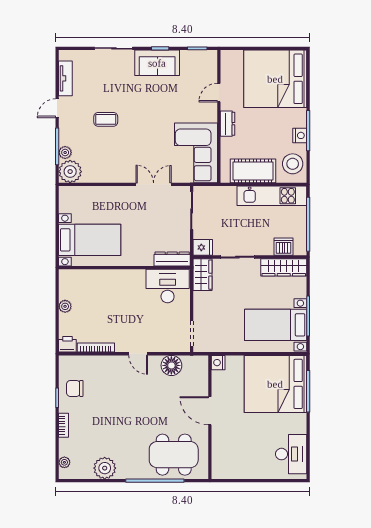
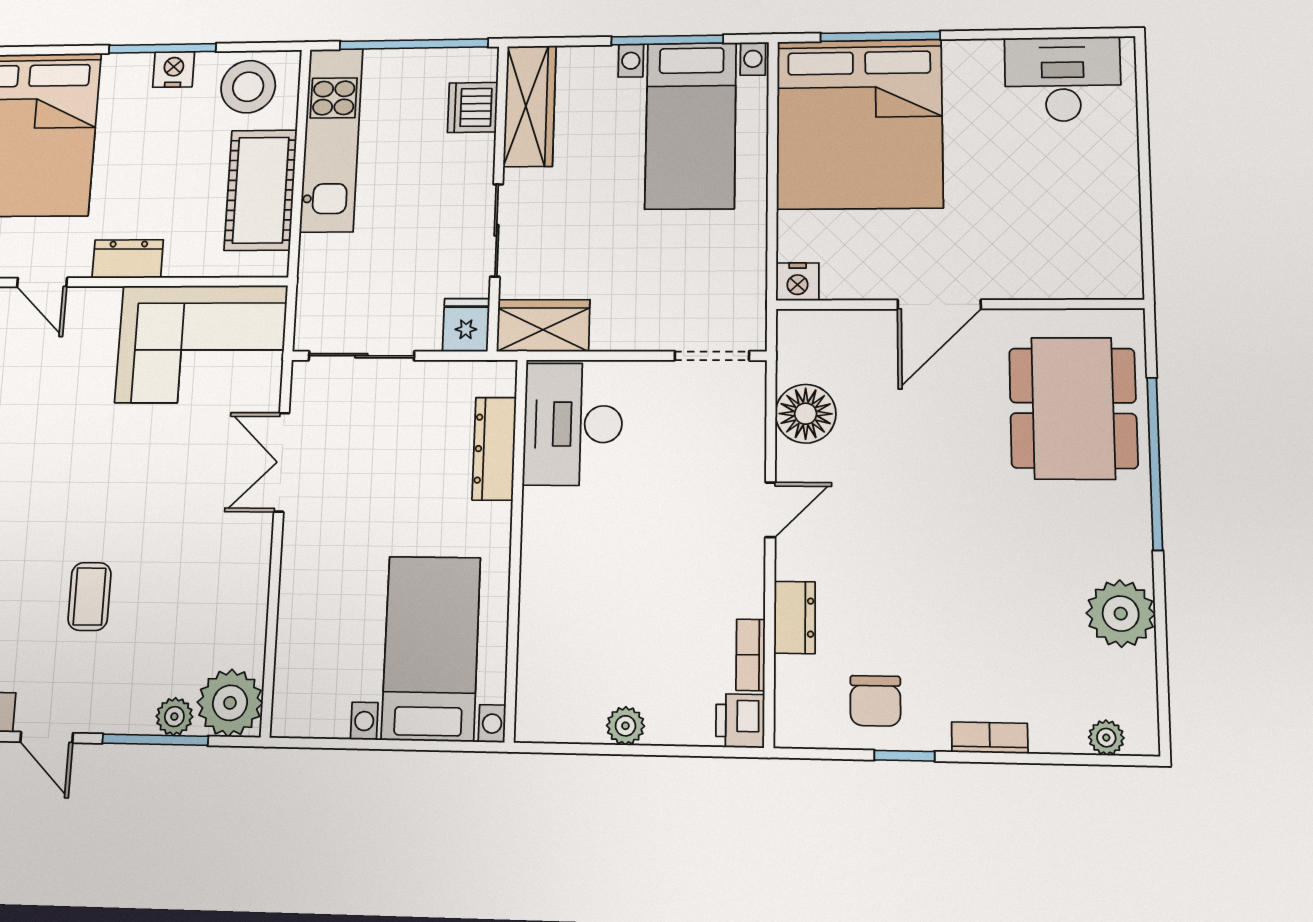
dresser: (172, 259) -> (494, 449), moved
bookcase: (96, 348) -> (751, 655), width x0.64
dresser: (102, 362) -> (795, 617), added

